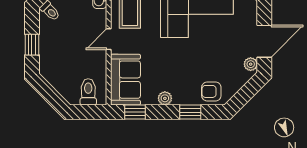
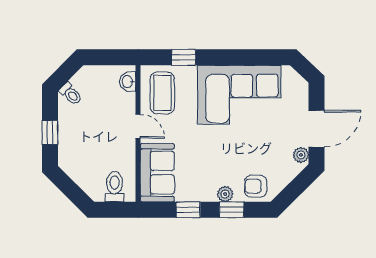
door: (109, 39) -> (138, 126), swing flipped
plant: (165, 98) -> (225, 194), moved
window: (135, 112) -> (188, 210), moved

